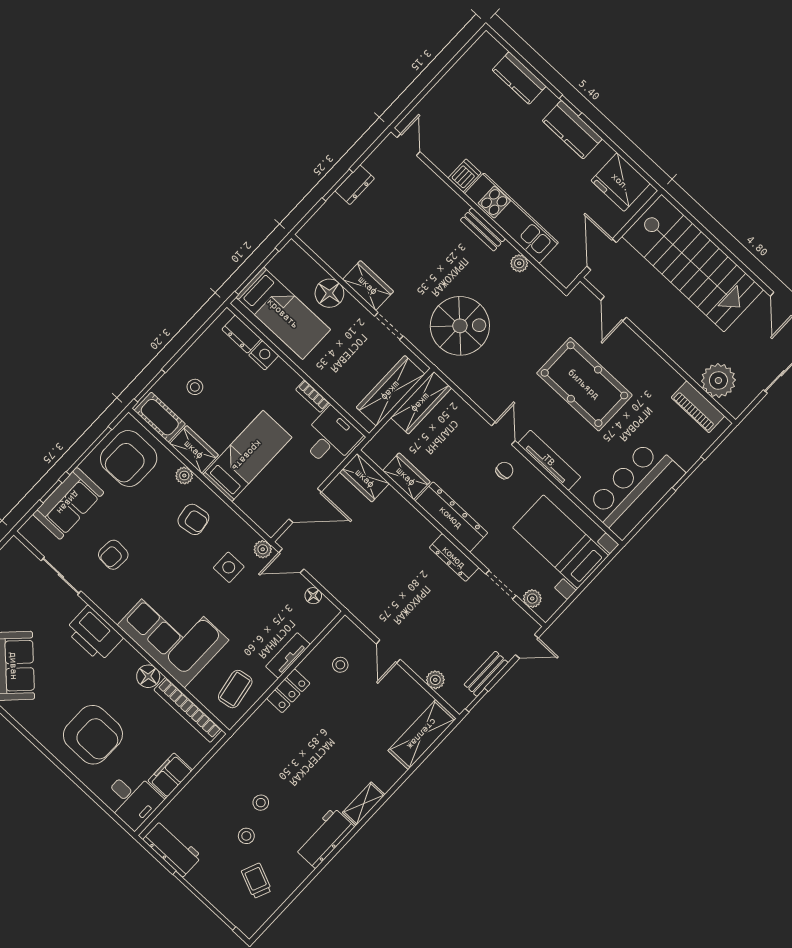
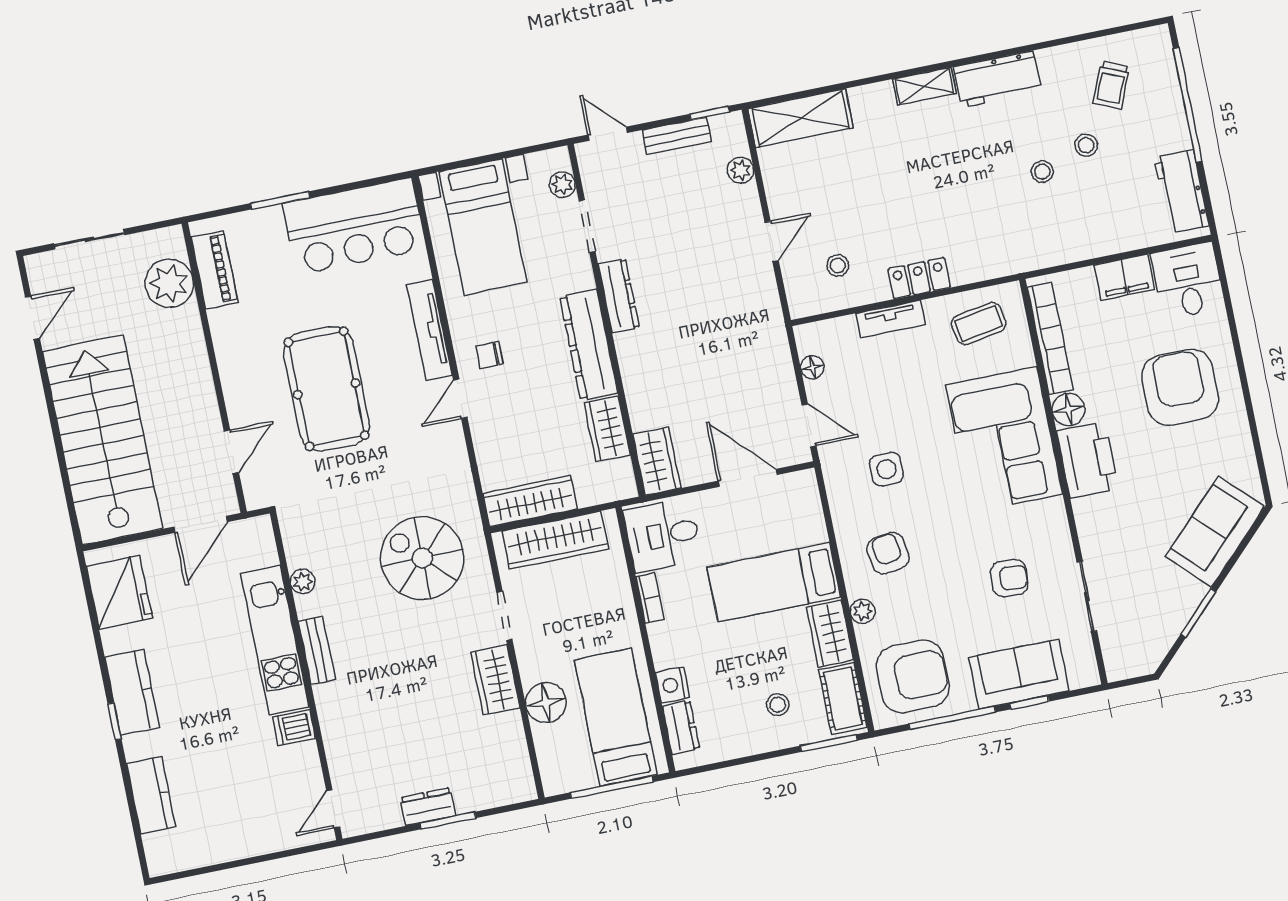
plant: (263, 549) -> (833, 462), removed
printer: (94, 634) -> (1088, 460), moved

